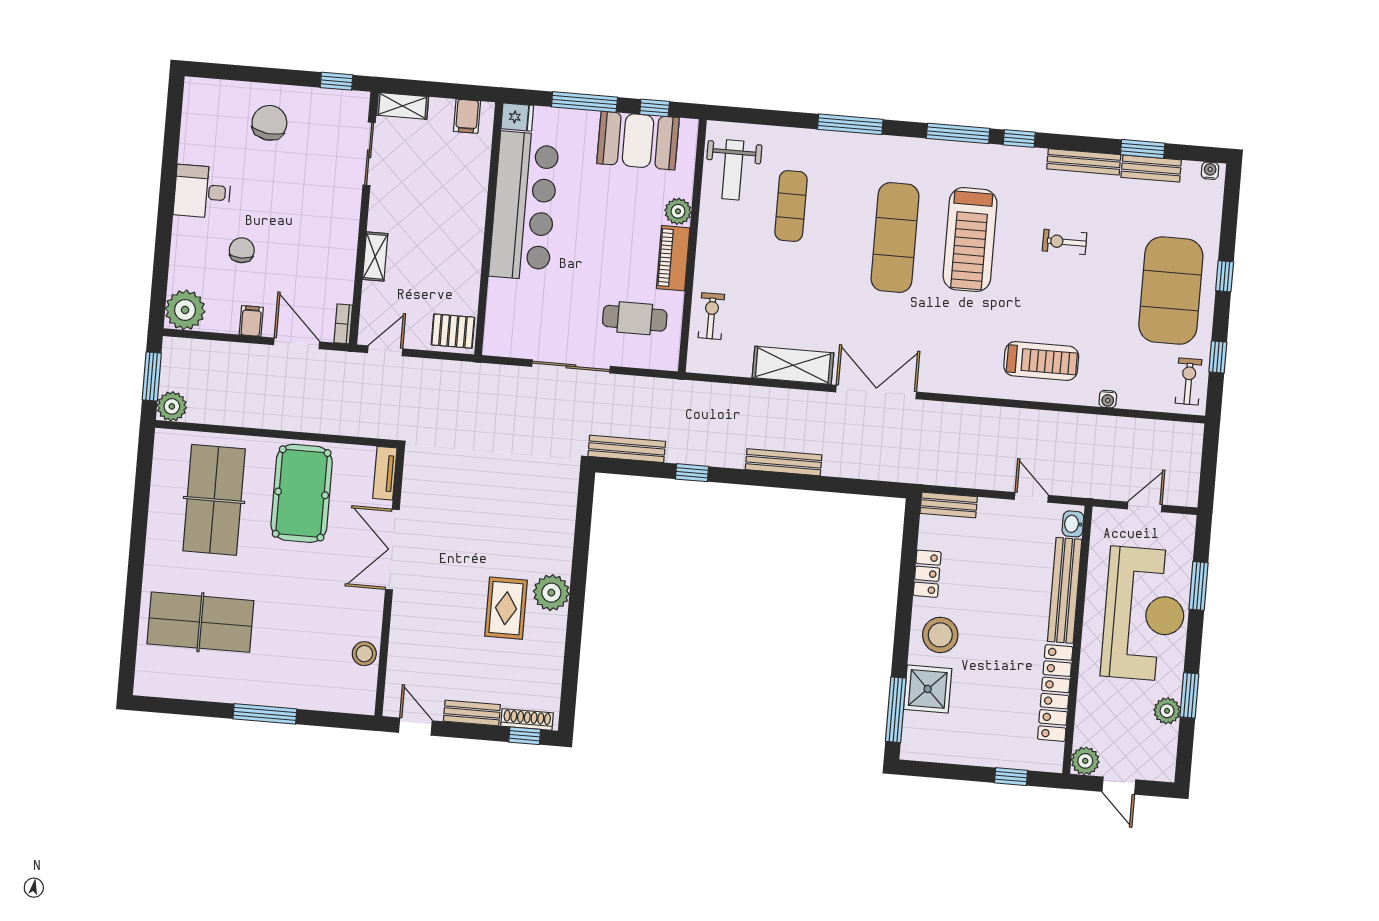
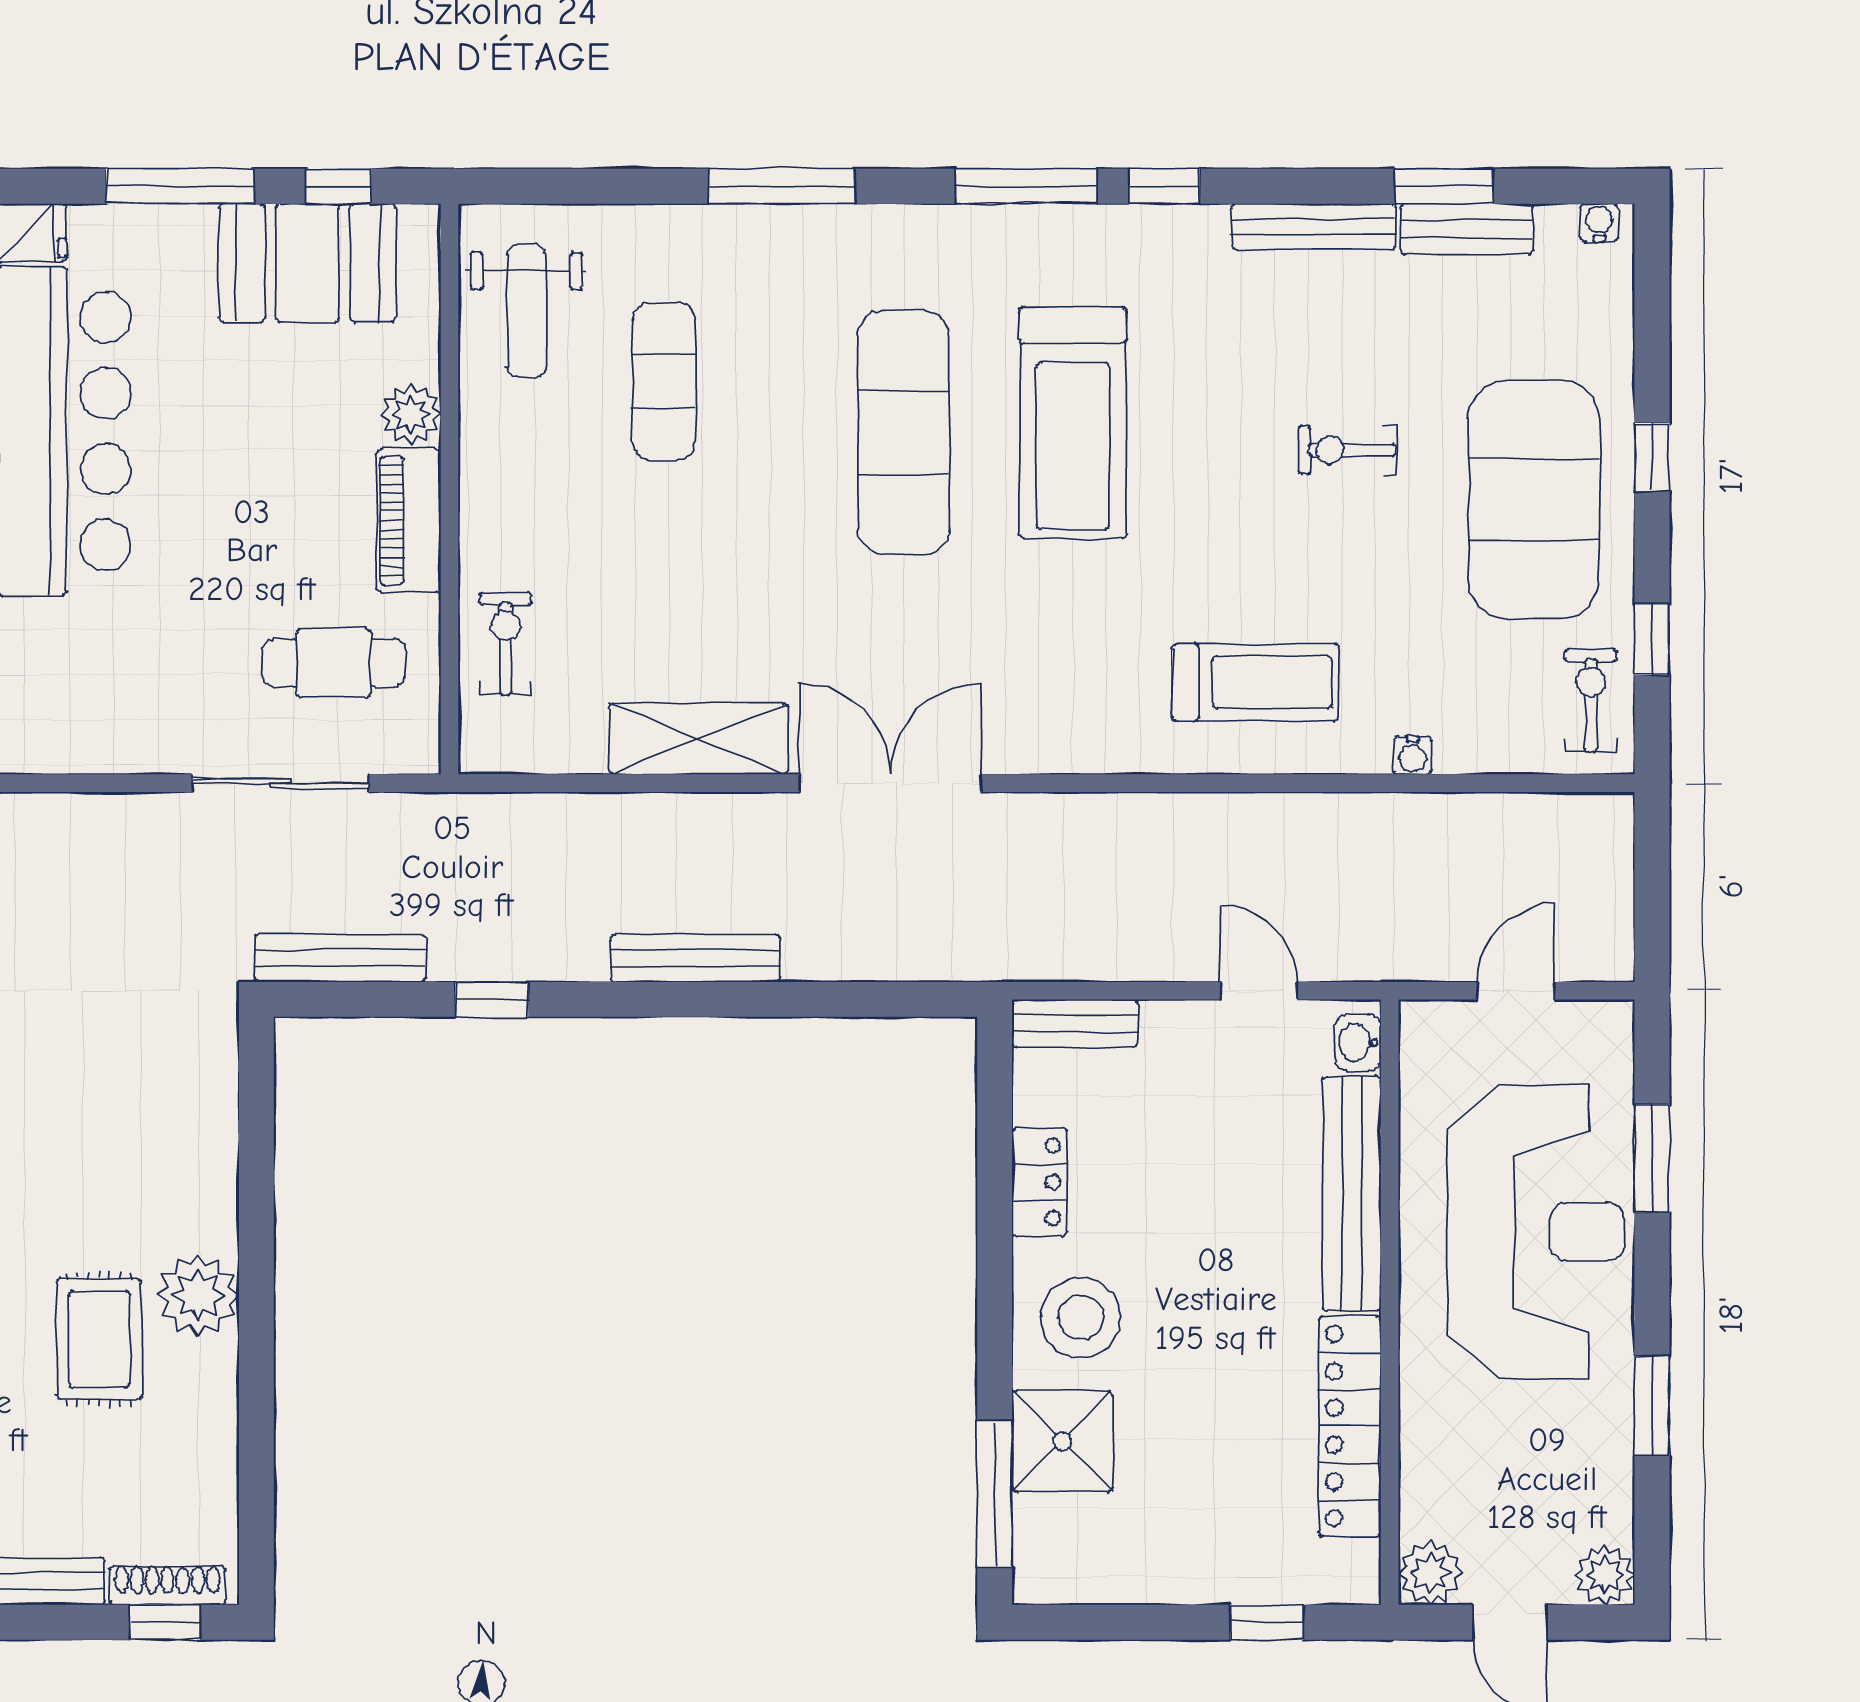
exercise bike: (1065, 242) -> (1347, 450), moved
sliding door: (571, 366) -> (280, 783), moved
plant: (1167, 711) -> (1605, 1575), moved

